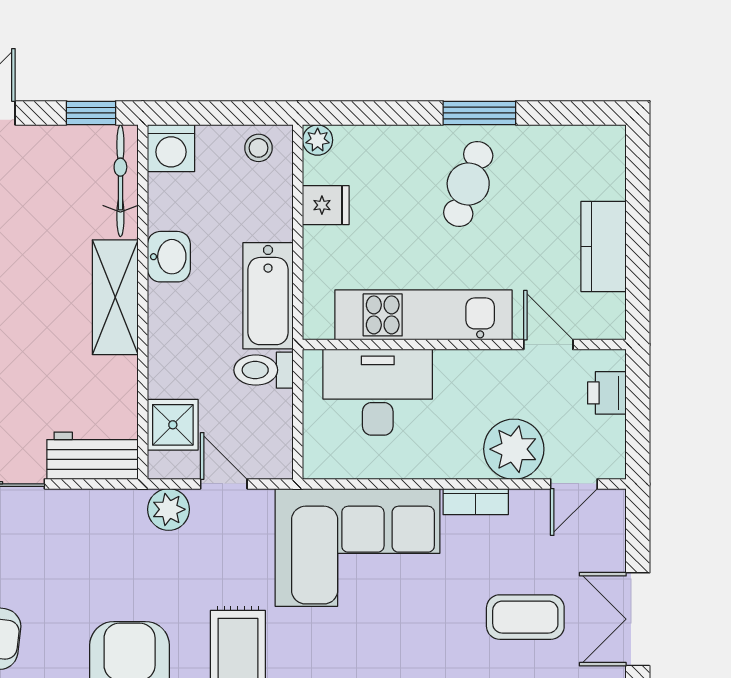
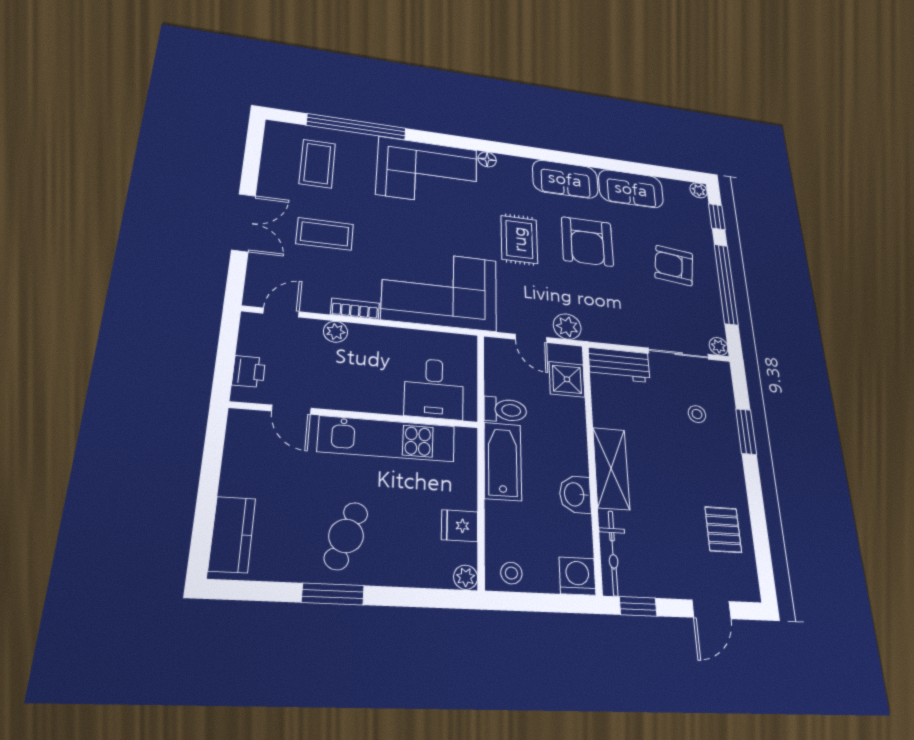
kitchen counter: (604, 246) -> (232, 534), moved
desk: (378, 392) -> (434, 389), width x0.73
plant: (514, 449) -> (336, 332), width x0.53, depth x0.53

